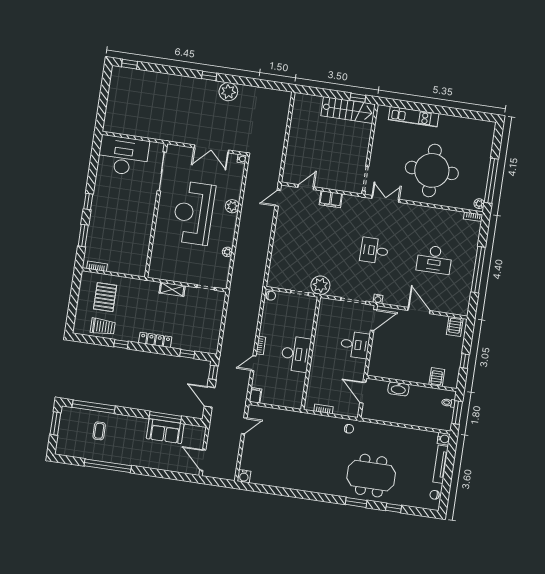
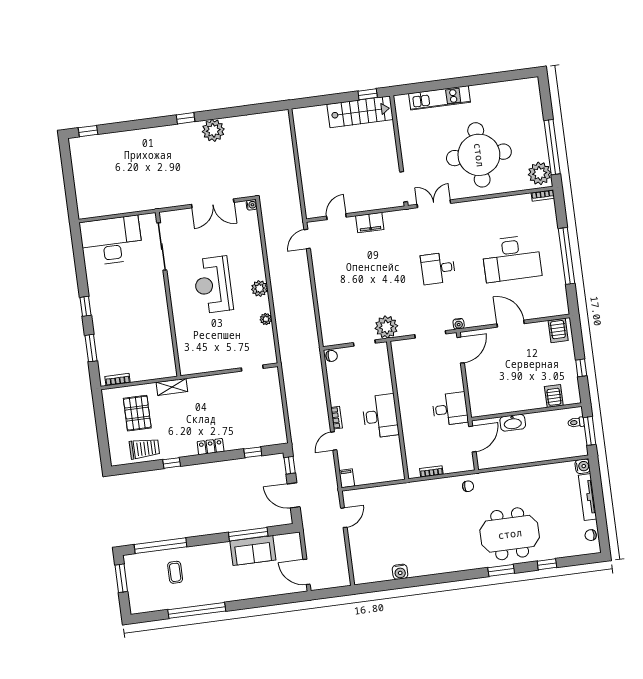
plant: (479, 204) -> (540, 173), width x1.87, depth x1.87
plant: (232, 206) -> (260, 288), moved
reception desk: (193, 213) -> (213, 285), width x0.74, depth x0.77
desk: (434, 259) -> (512, 259), width x1.36, depth x1.30
shelving: (172, 289) -> (172, 387), moved
locker: (155, 340) -> (211, 447), width x0.66
desk: (355, 345) -> (450, 409), moved
door: (363, 393) -> (472, 439), swing flipped
water cooler: (244, 476) -> (400, 572), moved

